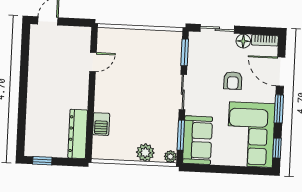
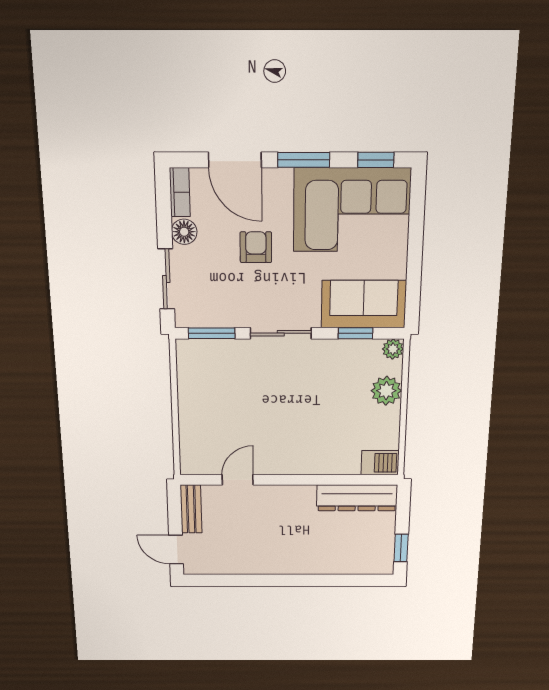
bench: (75, 32) -> (191, 509), added
door: (93, 62) -> (238, 480), hinge flipped
door: (281, 72) -> (235, 160), hinge flipped
armchair: (233, 80) -> (256, 247), turned -90
barbecue: (101, 124) -> (380, 463), moved
window: (181, 135) -> (355, 333), width x0.67

